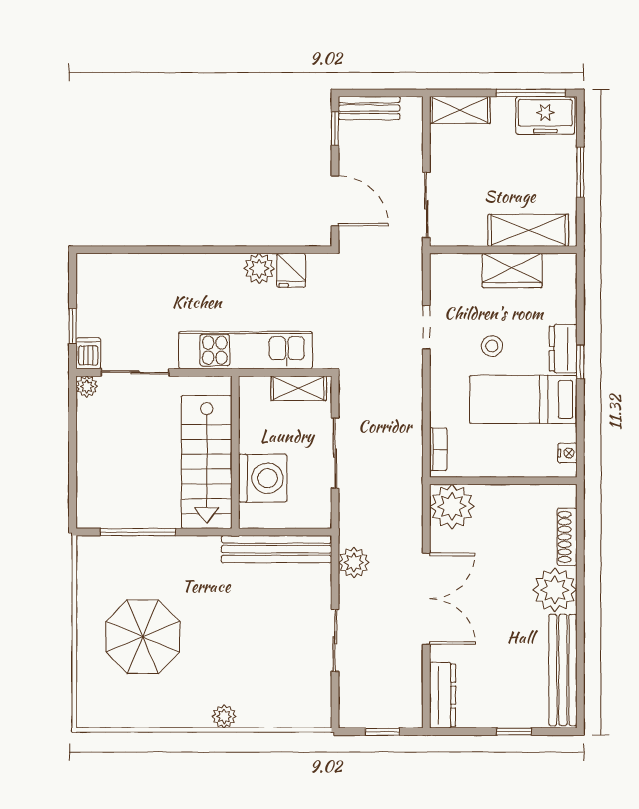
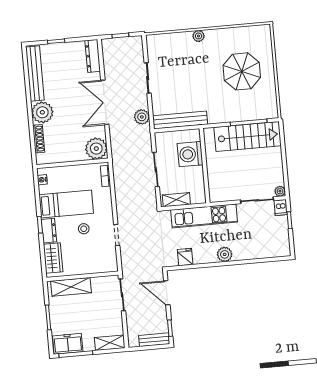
plant: (259, 268) -> (225, 254), moved
wardrobe: (512, 271) -> (53, 258), moved, turned 90
stairs: (207, 462) -> (248, 137), moved, turned 90

